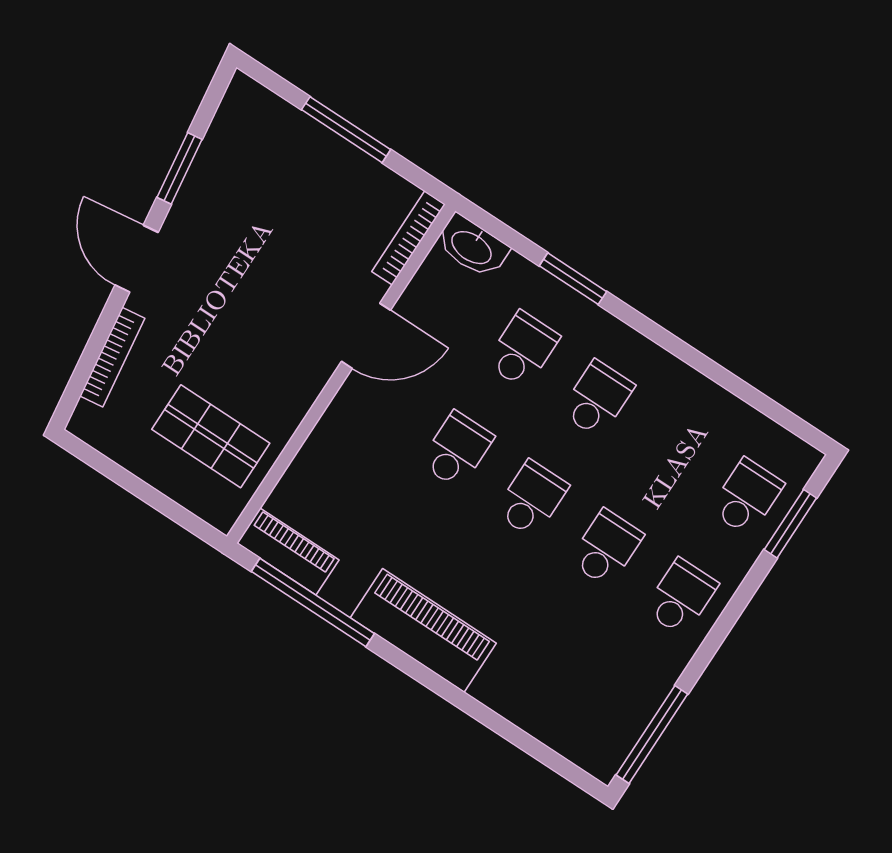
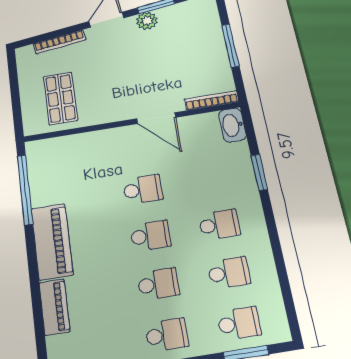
plant: (194, 205) -> (147, 21), added
school desk: (523, 350) -> (229, 273), moved
piano: (288, 552) -> (54, 307), moved

